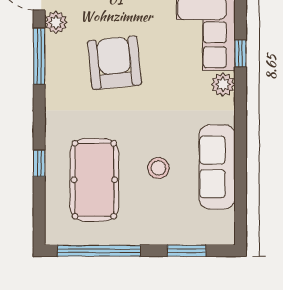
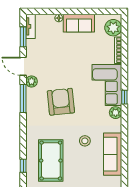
window: (39, 163) -> (23, 166), moved
stool: (158, 168) -> (85, 141), moved

